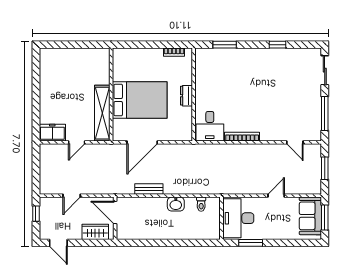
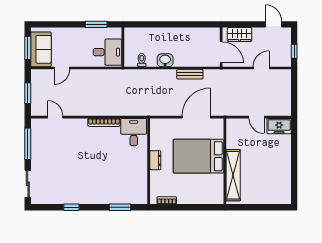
shelving: (102, 113) -> (233, 175), moved
door: (77, 142) -> (257, 117), swing flipped
door: (276, 196) -> (62, 68), moved
desk: (238, 218) -> (107, 52), width x0.73

